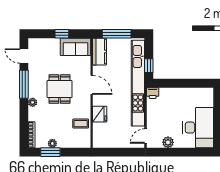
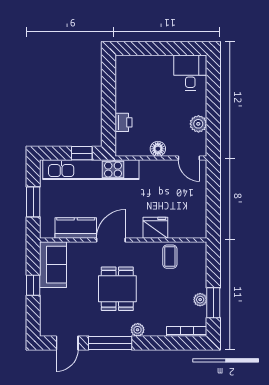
window: (117, 34) -> (33, 202), width x0.69
kitchen counter: (99, 52) -> (76, 228), moved
kitchen unit: (138, 83) -> (91, 170), width x0.73
dining table: (60, 89) -> (117, 289), turned 90
printer: (153, 93) -> (123, 122), moved
floor lamp: (152, 116) -> (158, 149), added
desk: (198, 128) -> (190, 73), width x0.53, depth x0.77

